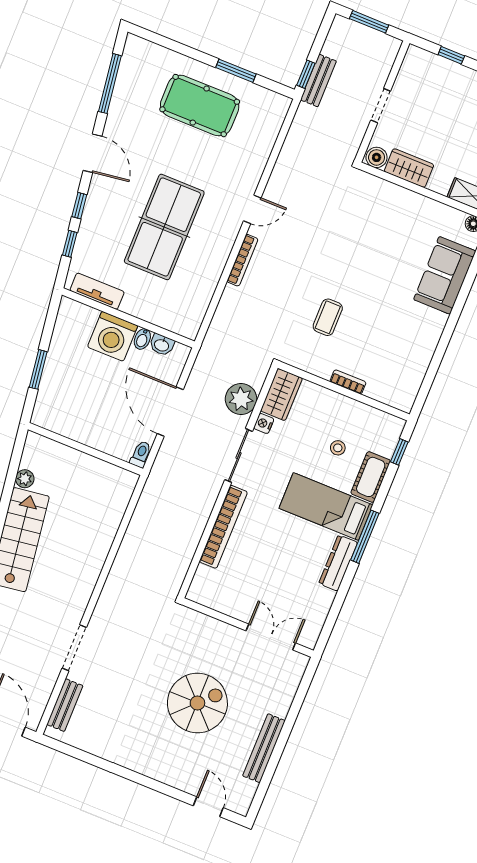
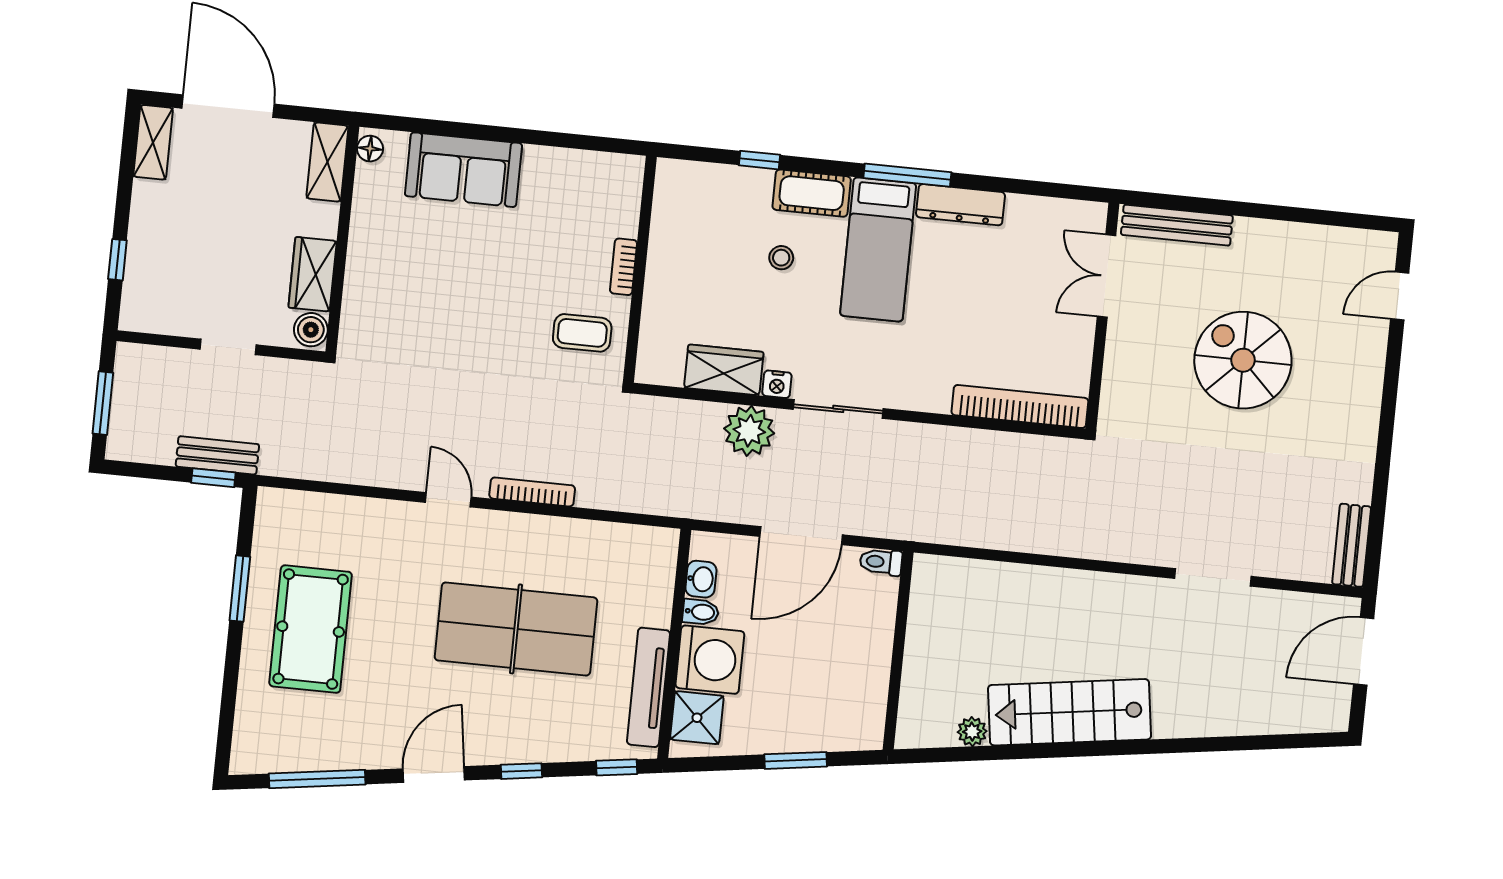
window: (70, 244) -> (617, 767), moved
tv unit: (97, 291) -> (648, 687), width x1.41
shower: (81, 319) -> (697, 718), added
bookcase: (348, 382) -> (624, 267), moved
wall: (344, 391) -> (640, 269), moved
bookcase: (223, 527) -> (1020, 407), moved
bench: (65, 705) -> (1352, 545), moved, turned 90
bench: (264, 748) -> (1177, 225), moved

